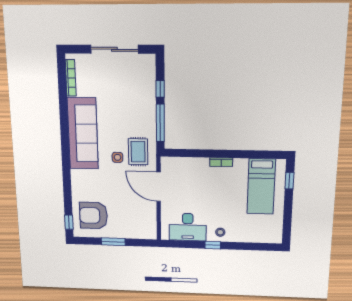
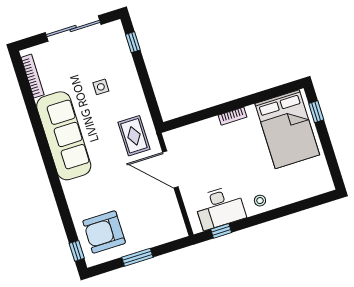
window: (160, 89) -> (133, 42), moved
window: (160, 123) -> (149, 94), removed
side table: (117, 157) -> (101, 87), moved
bed: (261, 186) -> (287, 129), width x1.50
window: (213, 245) -> (221, 231), moved

